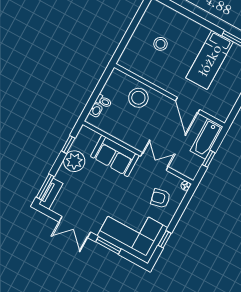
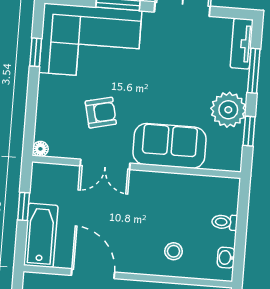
stool: (138, 98) -> (174, 251), width x0.53, depth x0.53
washbasin: (96, 110) -> (226, 258), moved
window: (45, 187) -> (254, 71), moved
armchair: (161, 198) -> (101, 113), moved

